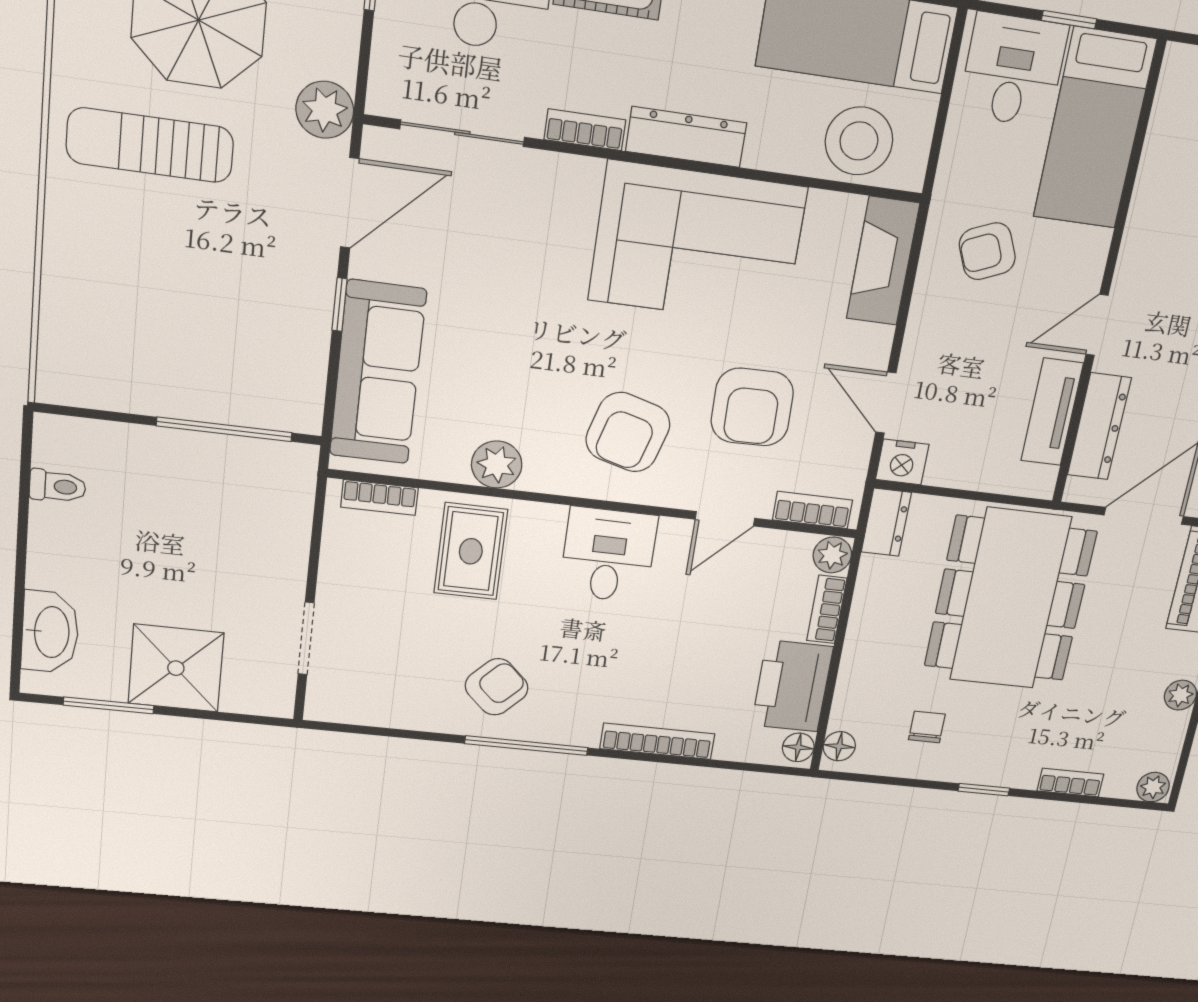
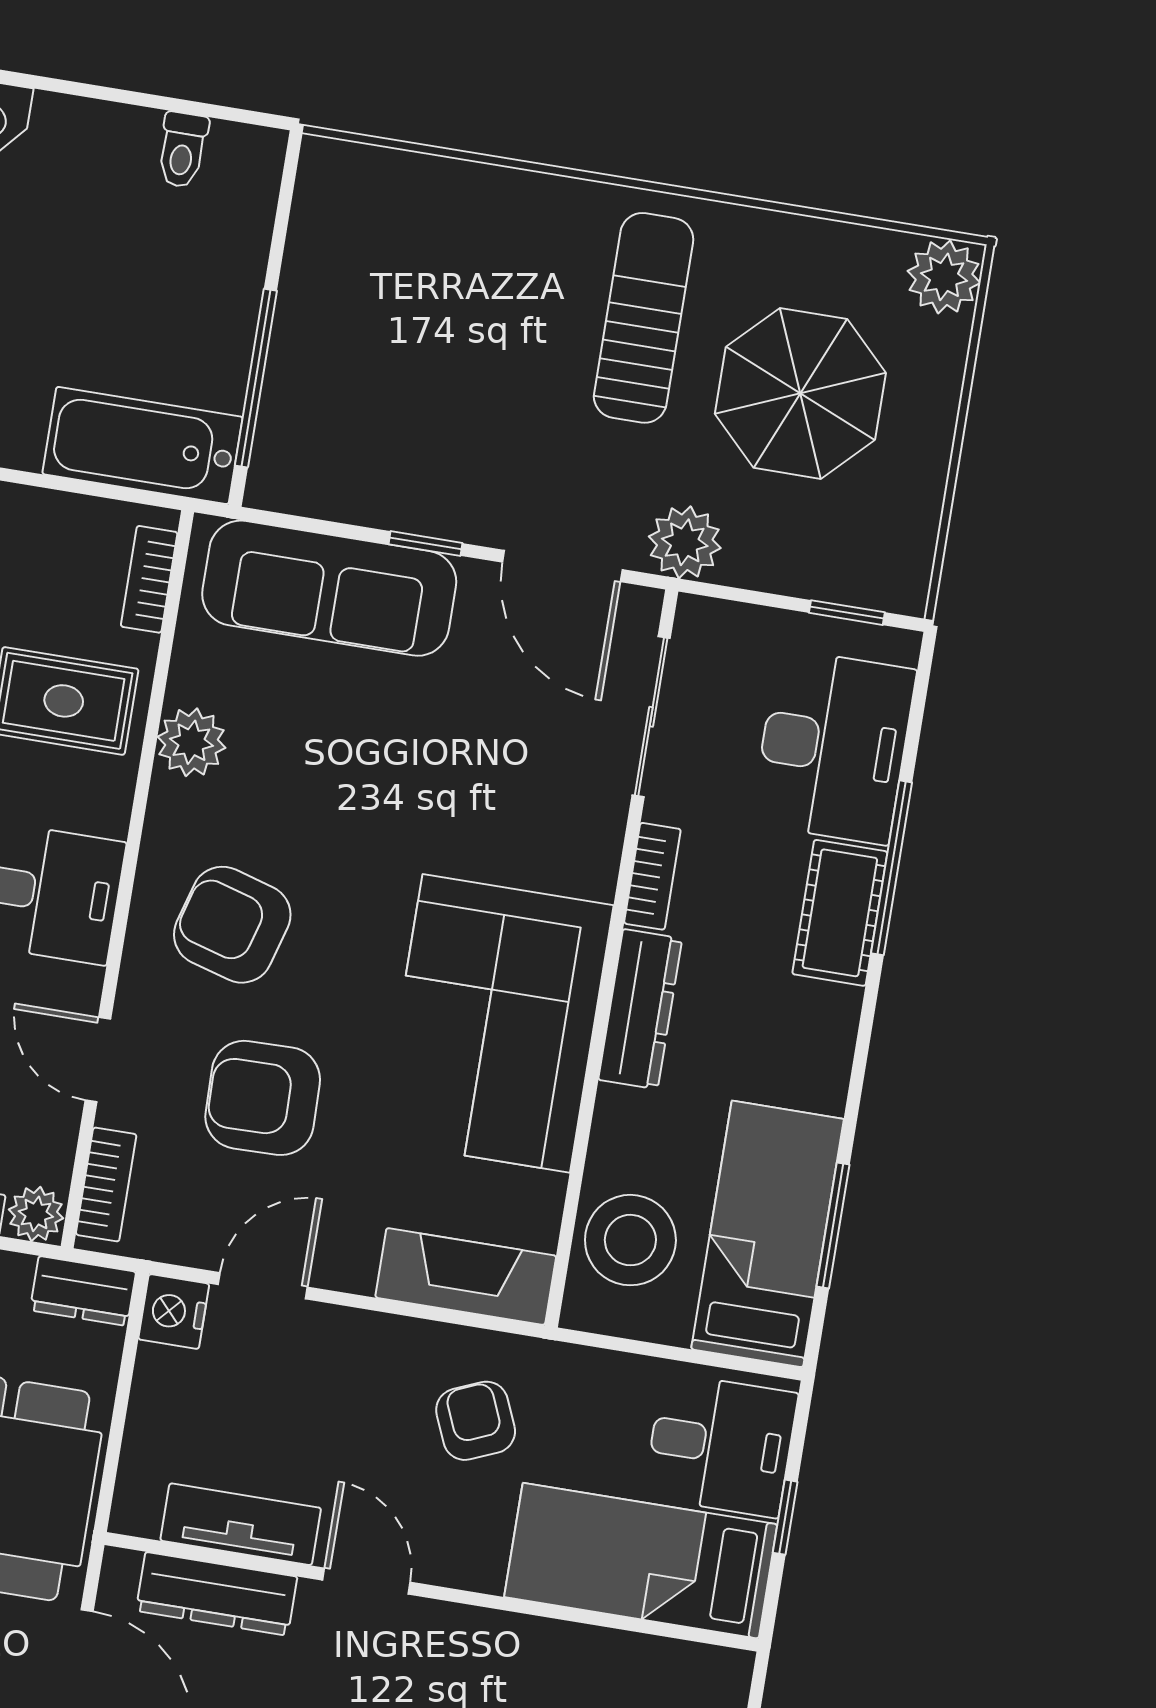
bathtub: (281, 506) -> (143, 446), added

